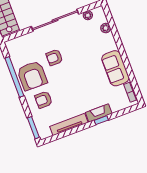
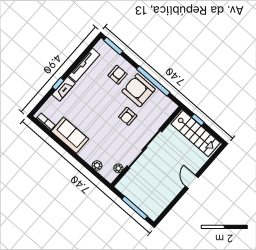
armchair: (54, 57) -> (128, 116), turned 180

